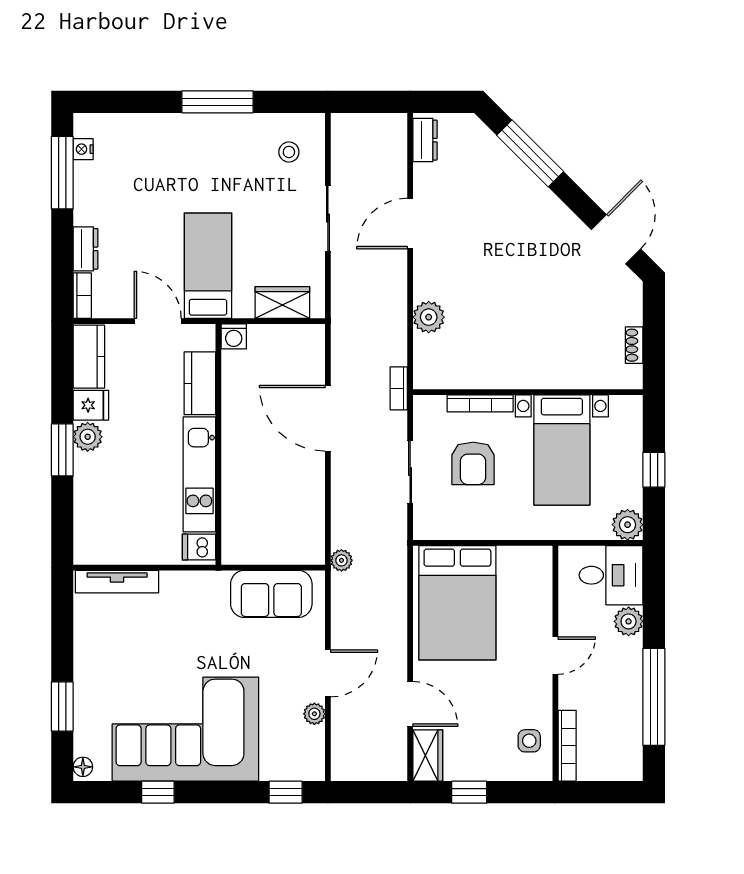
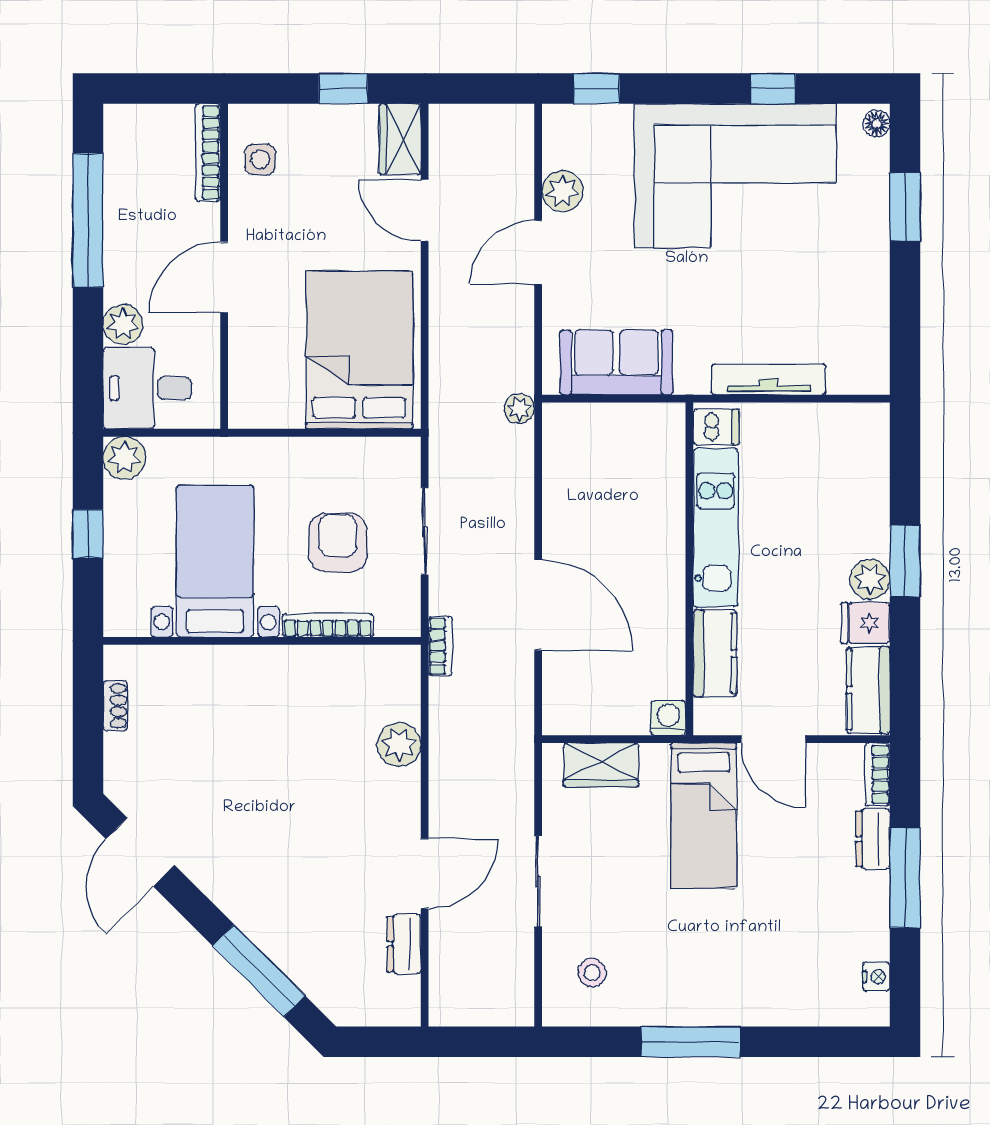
dresser: (425, 140) -> (404, 944), moved
window: (62, 173) -> (905, 878), moved
tv unit: (117, 582) -> (769, 379), moved
door: (555, 656) -> (224, 277), width x1.38
plant: (314, 714) -> (562, 191), width x1.38, depth x1.38

